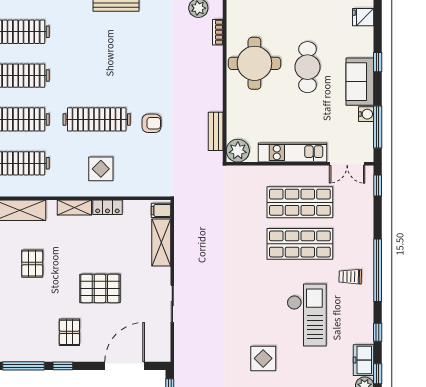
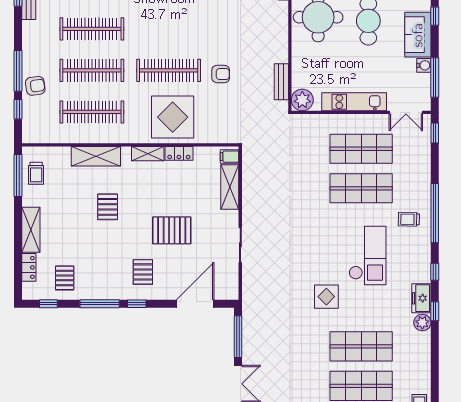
display table: (101, 169) -> (173, 117), width x1.86, depth x1.86

